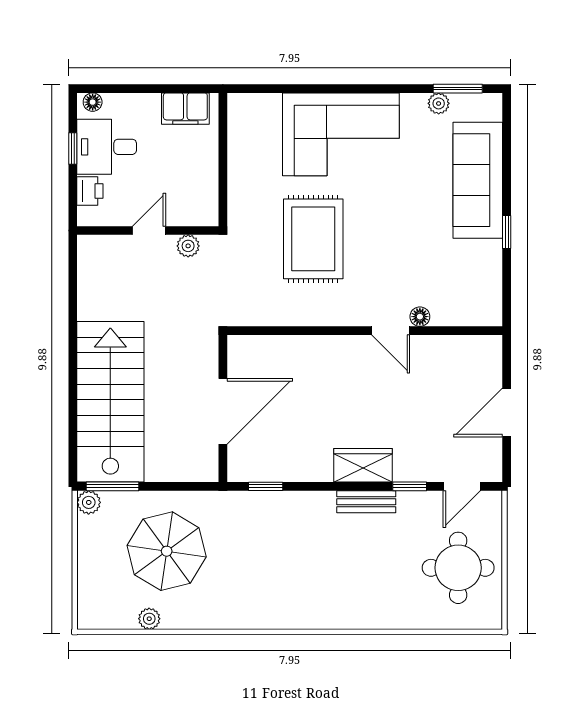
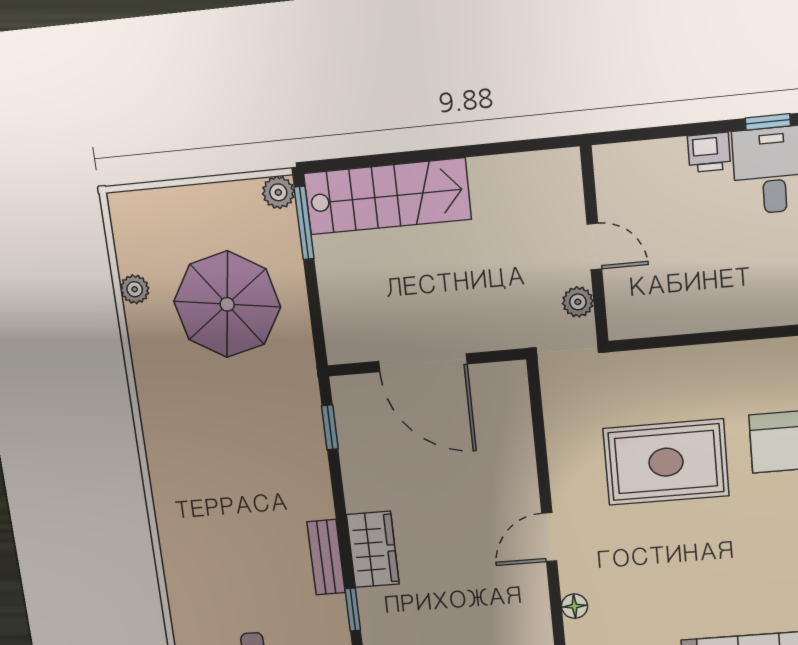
wall: (148, 230) -> (594, 245), moved
door: (149, 230) -> (594, 246), moved
plant: (188, 246) -> (578, 302), moved
door: (391, 331) -> (549, 537), moved
stairs: (110, 402) -> (388, 196), width x0.73, depth x0.66

